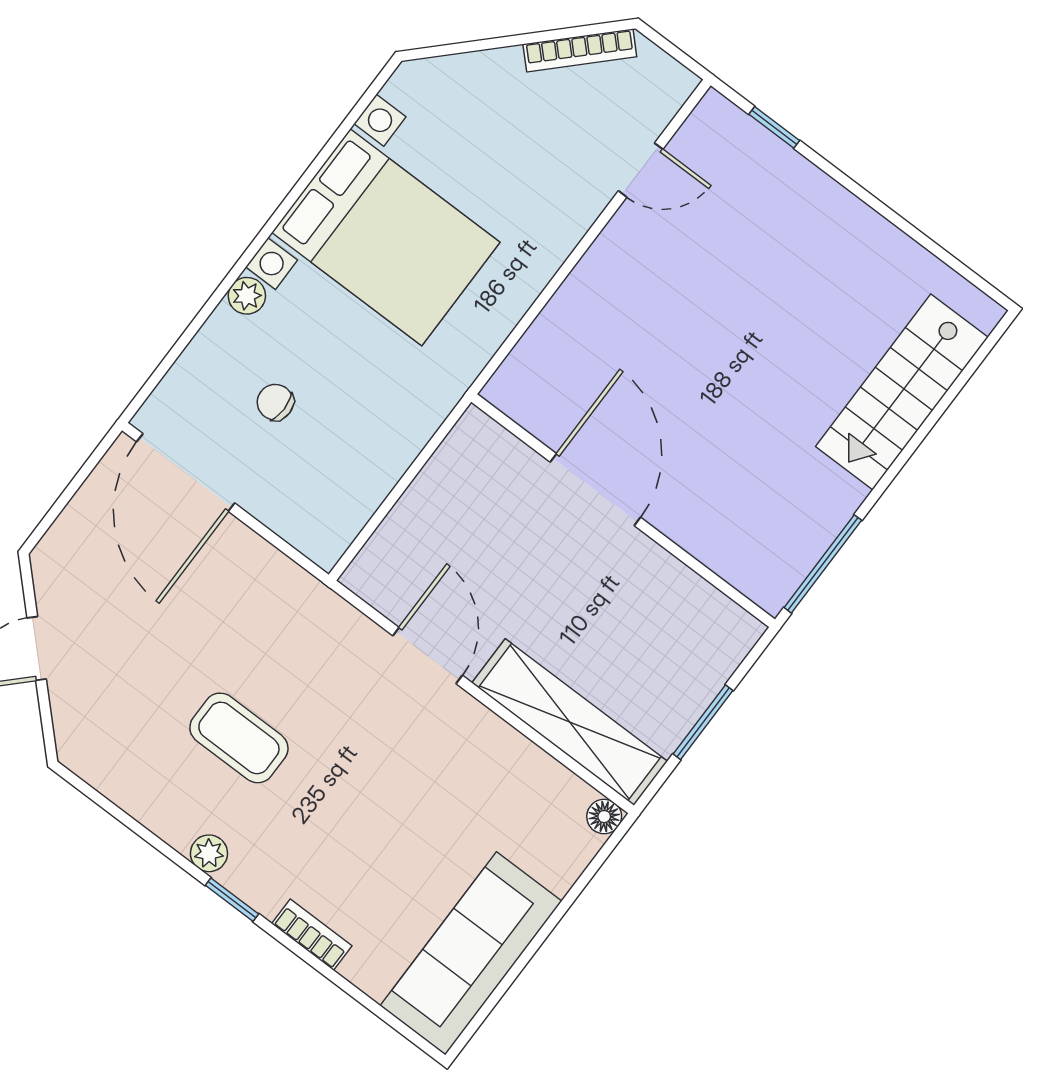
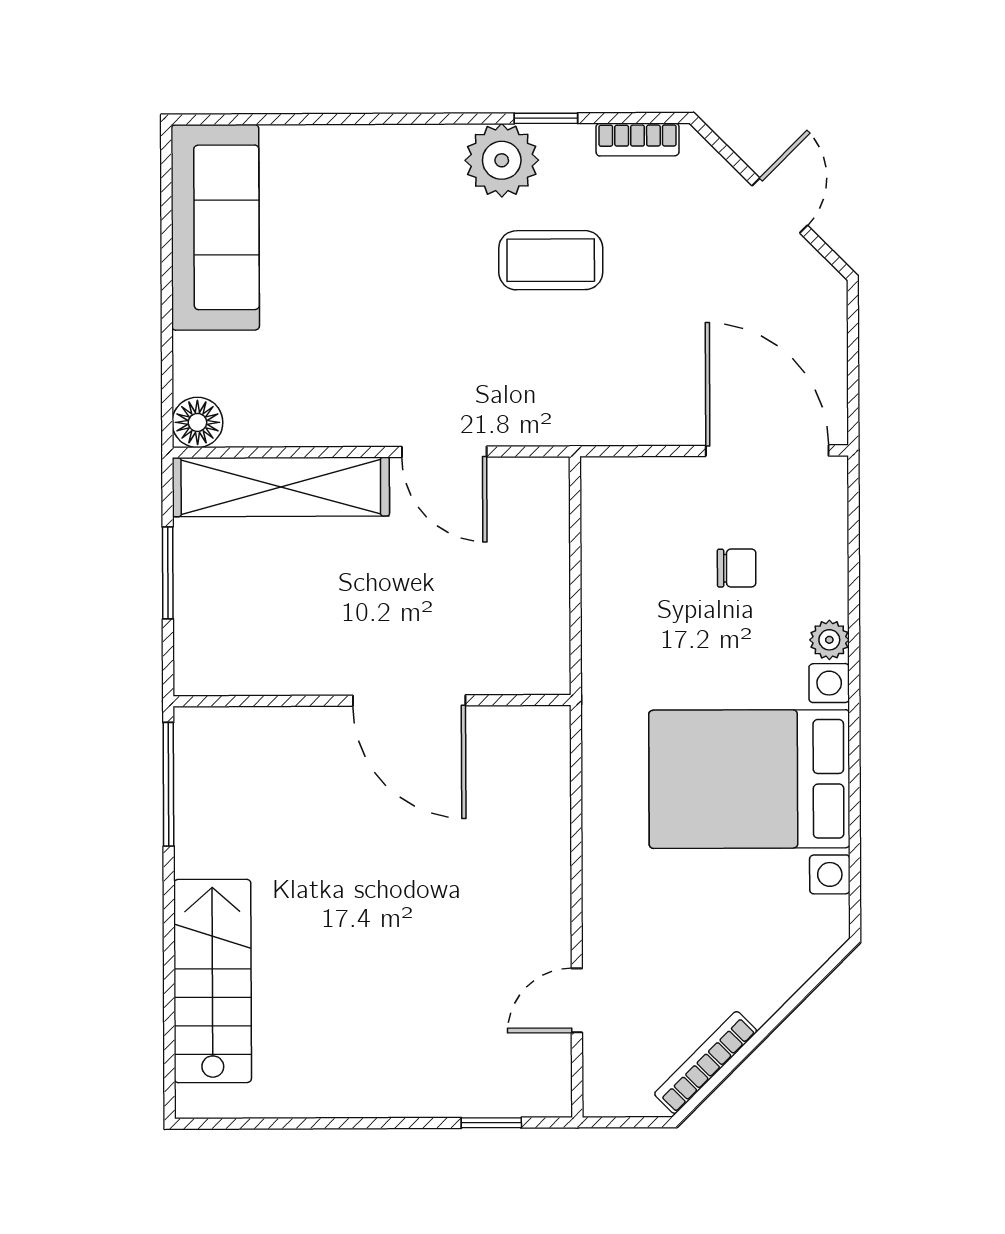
floor lamp: (604, 817) -> (197, 422), width x1.37, depth x1.37
plant: (209, 853) -> (502, 160), width x1.87, depth x1.87
window: (232, 900) -> (546, 118), moved
bookcase: (312, 935) -> (638, 140), moved

